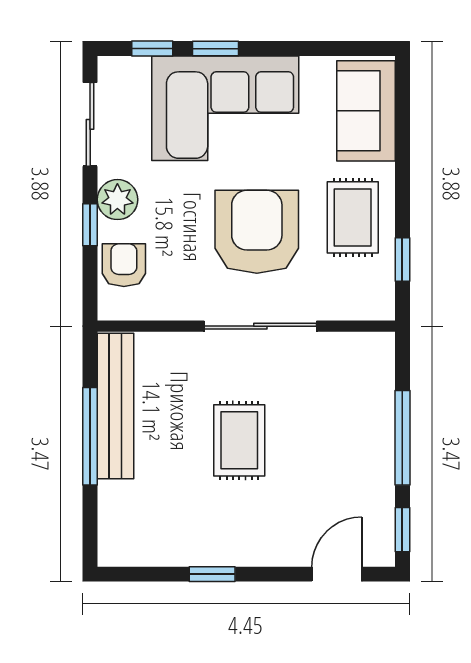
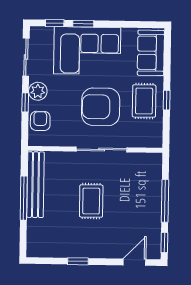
armchair: (257, 232) -> (101, 107), turned -90
window: (402, 260) -> (167, 100), moved

